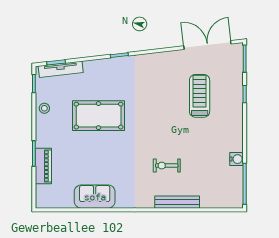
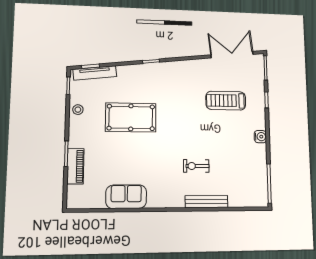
treadmill: (200, 96) -> (226, 101), turned -90
water cooler: (236, 159) -> (260, 137), moved

